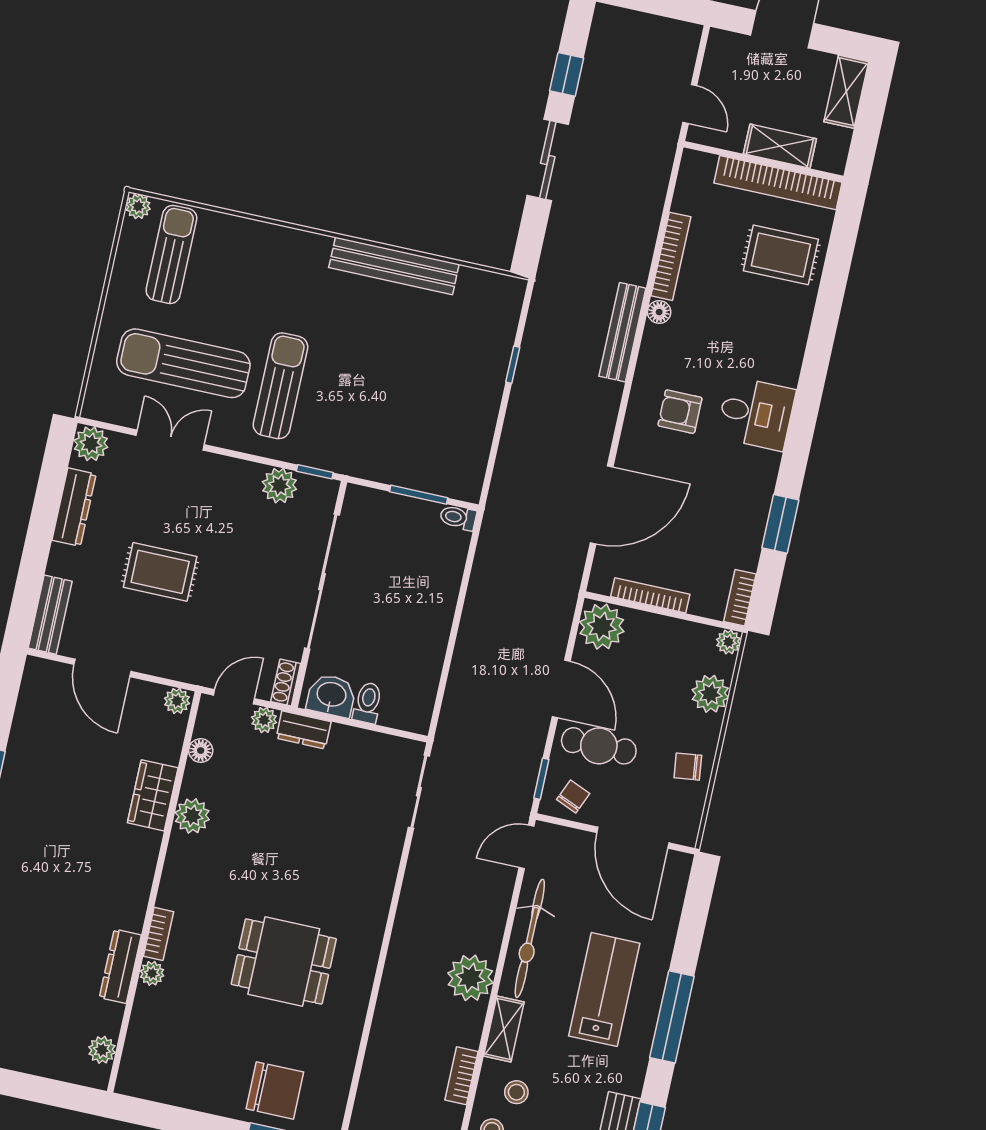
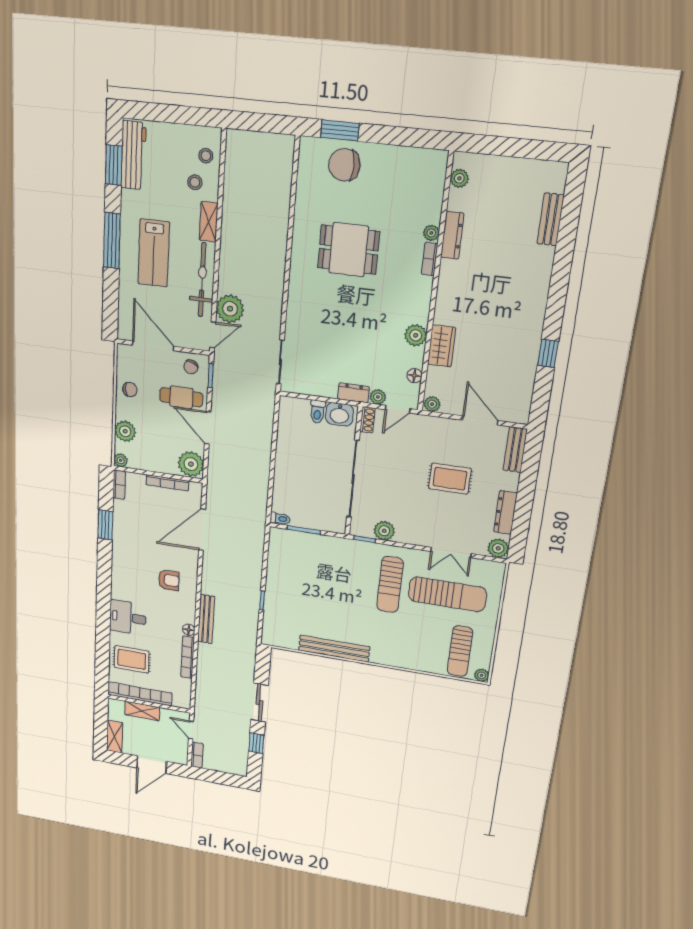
desk: (756, 413) -> (128, 617), moved
plant: (470, 978) -> (230, 309), moved
bookcase: (462, 1076) -> (197, 755), moved

